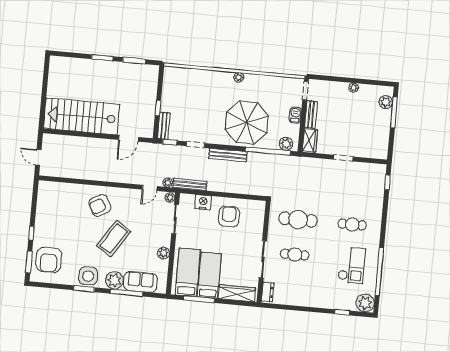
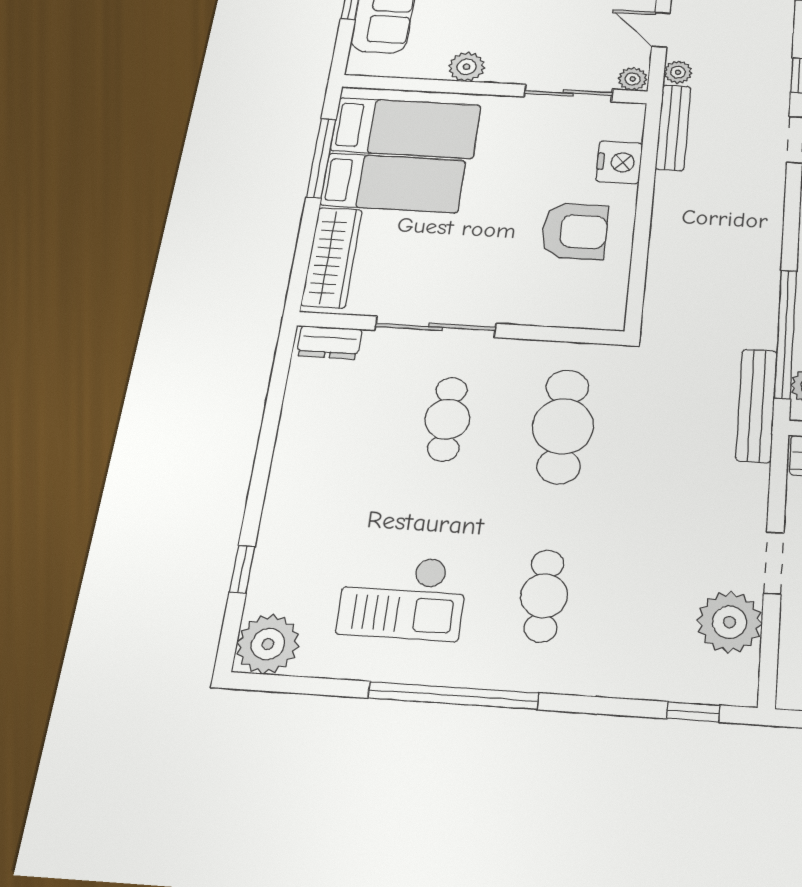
bench: (228, 155) -> (756, 405), moved
plant: (361, 171) -> (730, 622), added
window: (379, 272) -> (453, 696), moved

